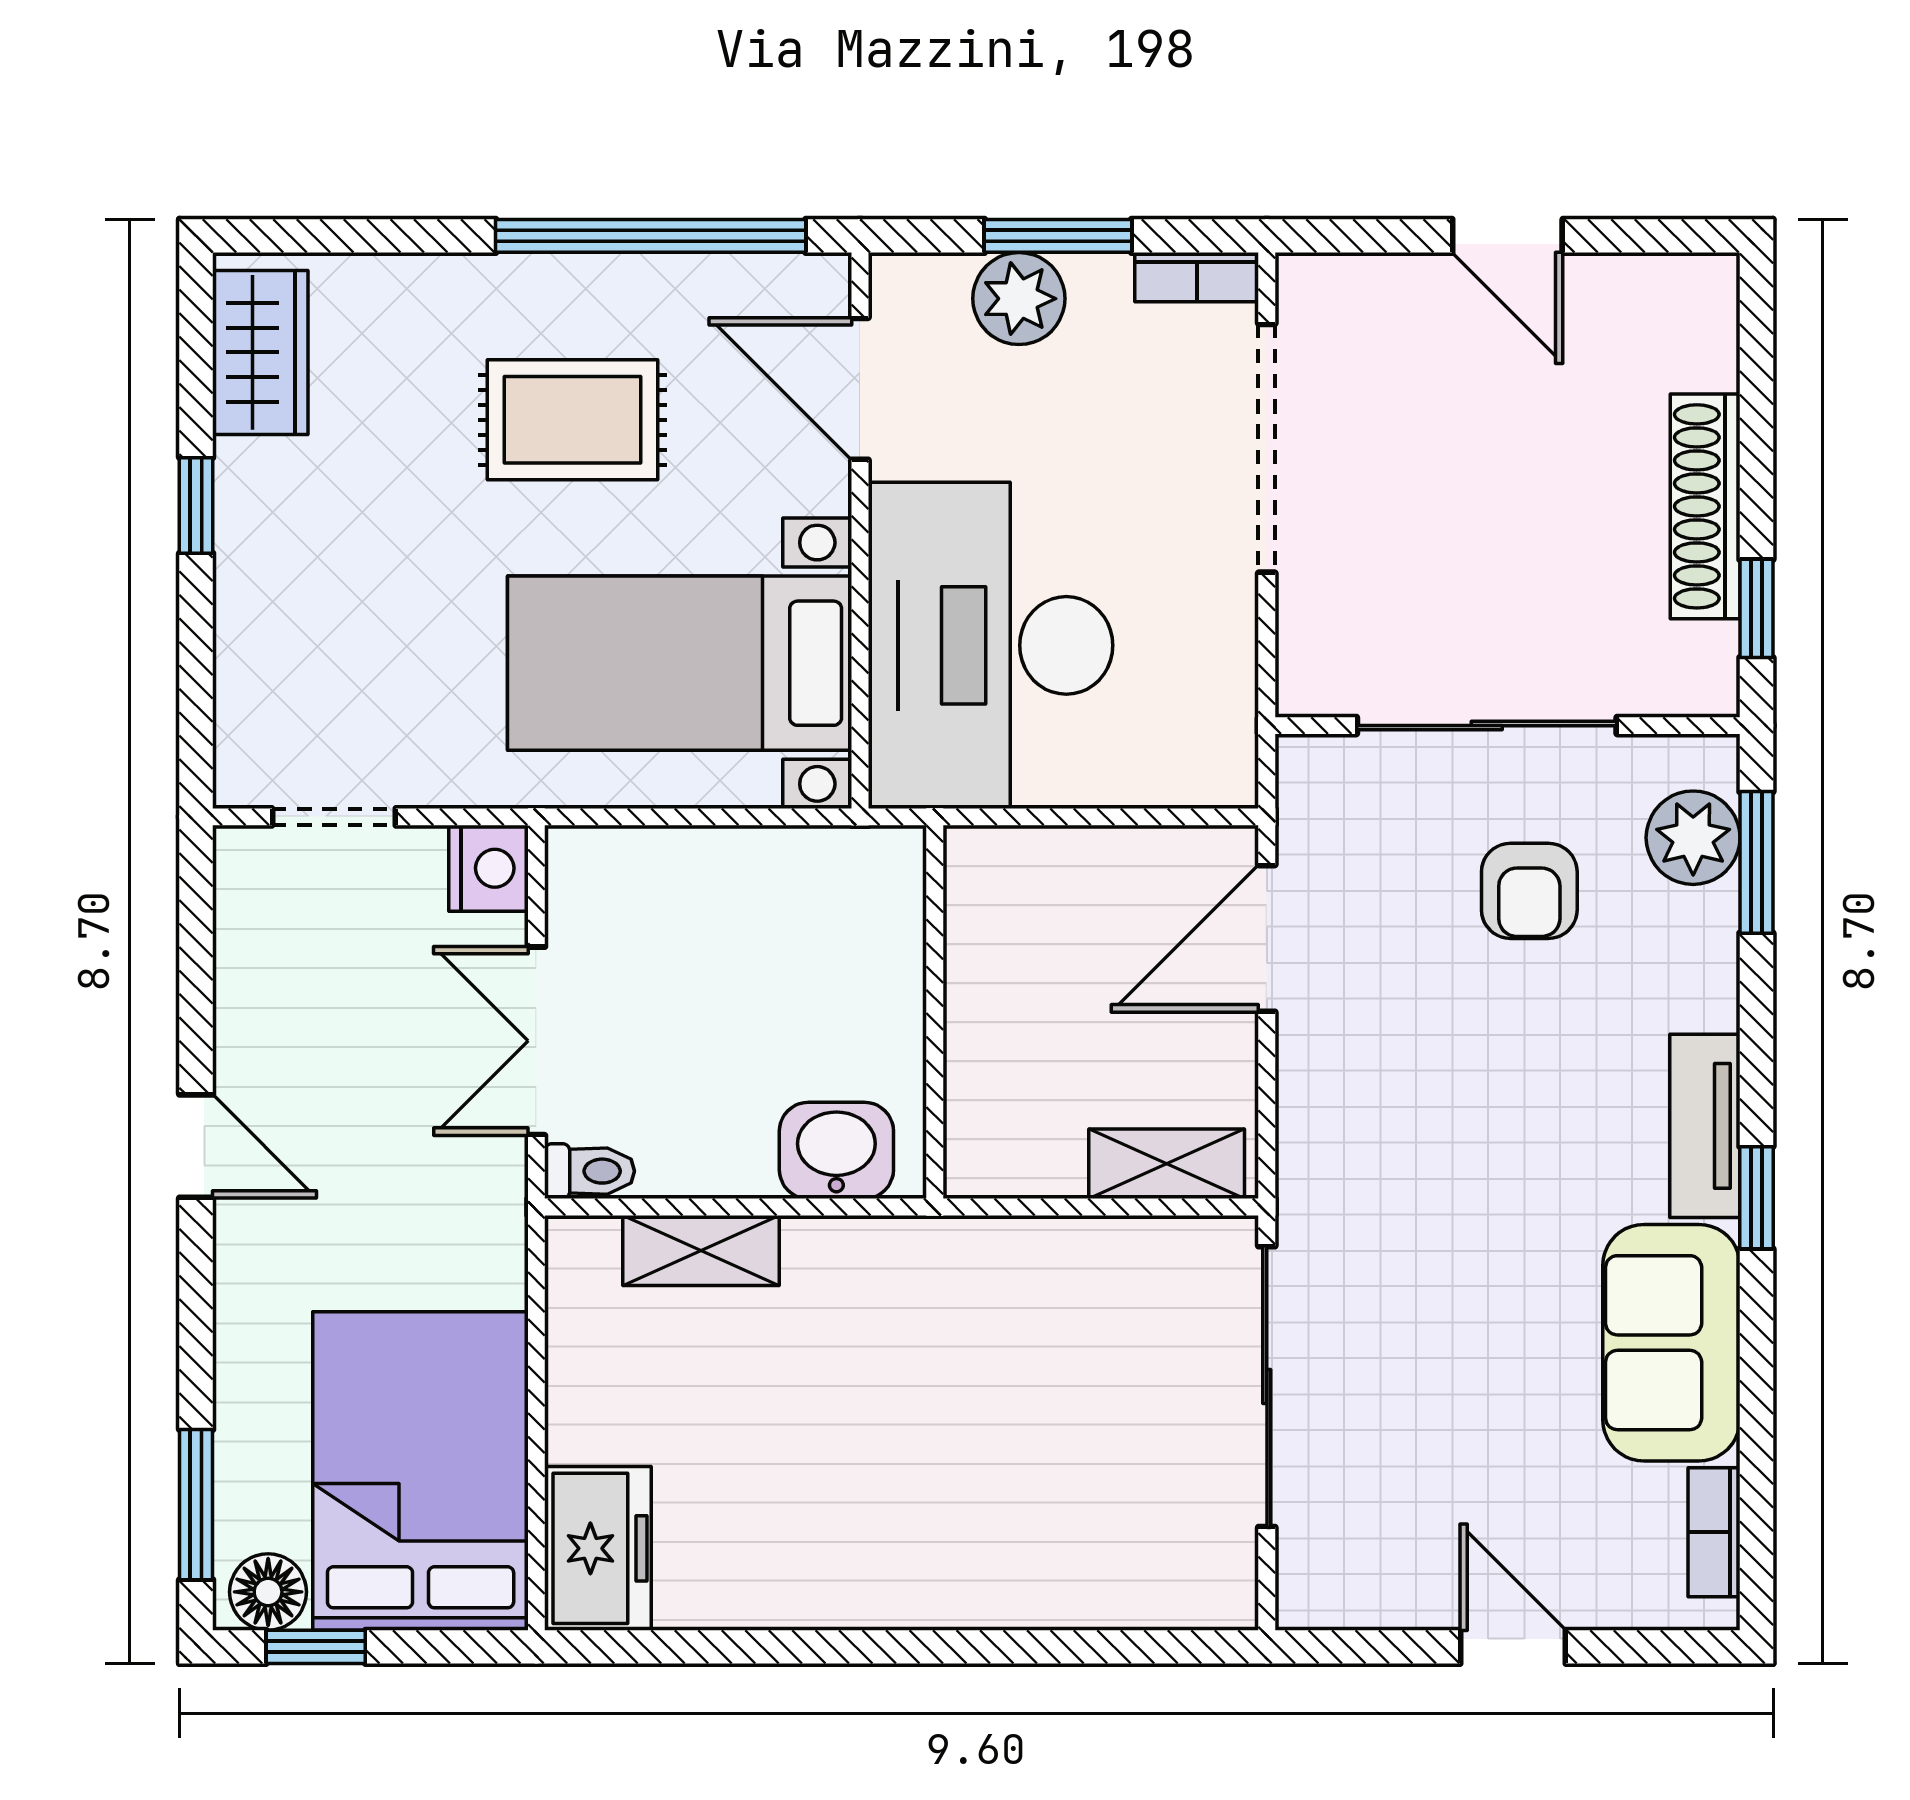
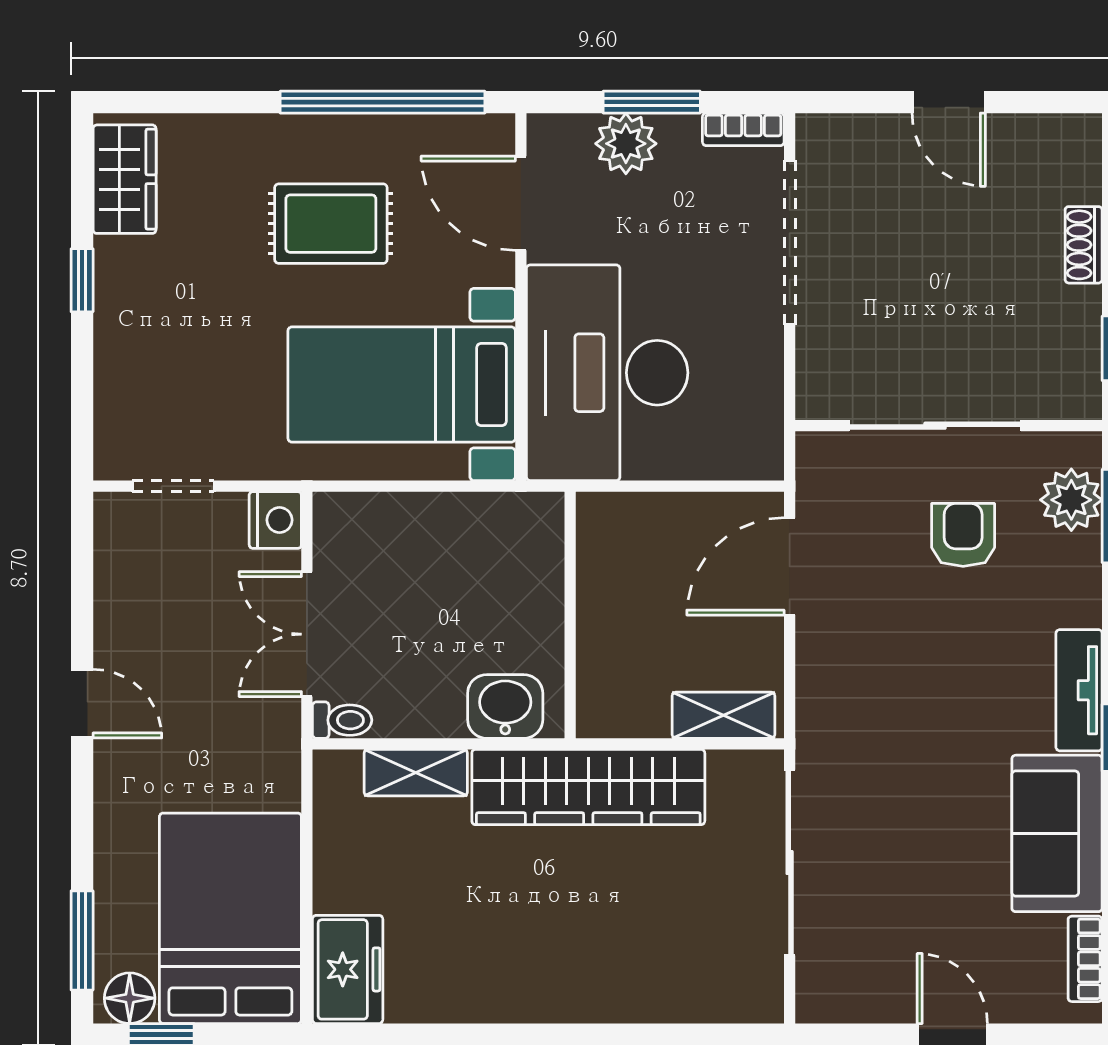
shoe rack: (1705, 506) -> (1084, 245), width x0.51, depth x0.81
armchair: (1529, 891) -> (963, 535), turned 180
wardrobe: (962, 1272) -> (588, 787), added

